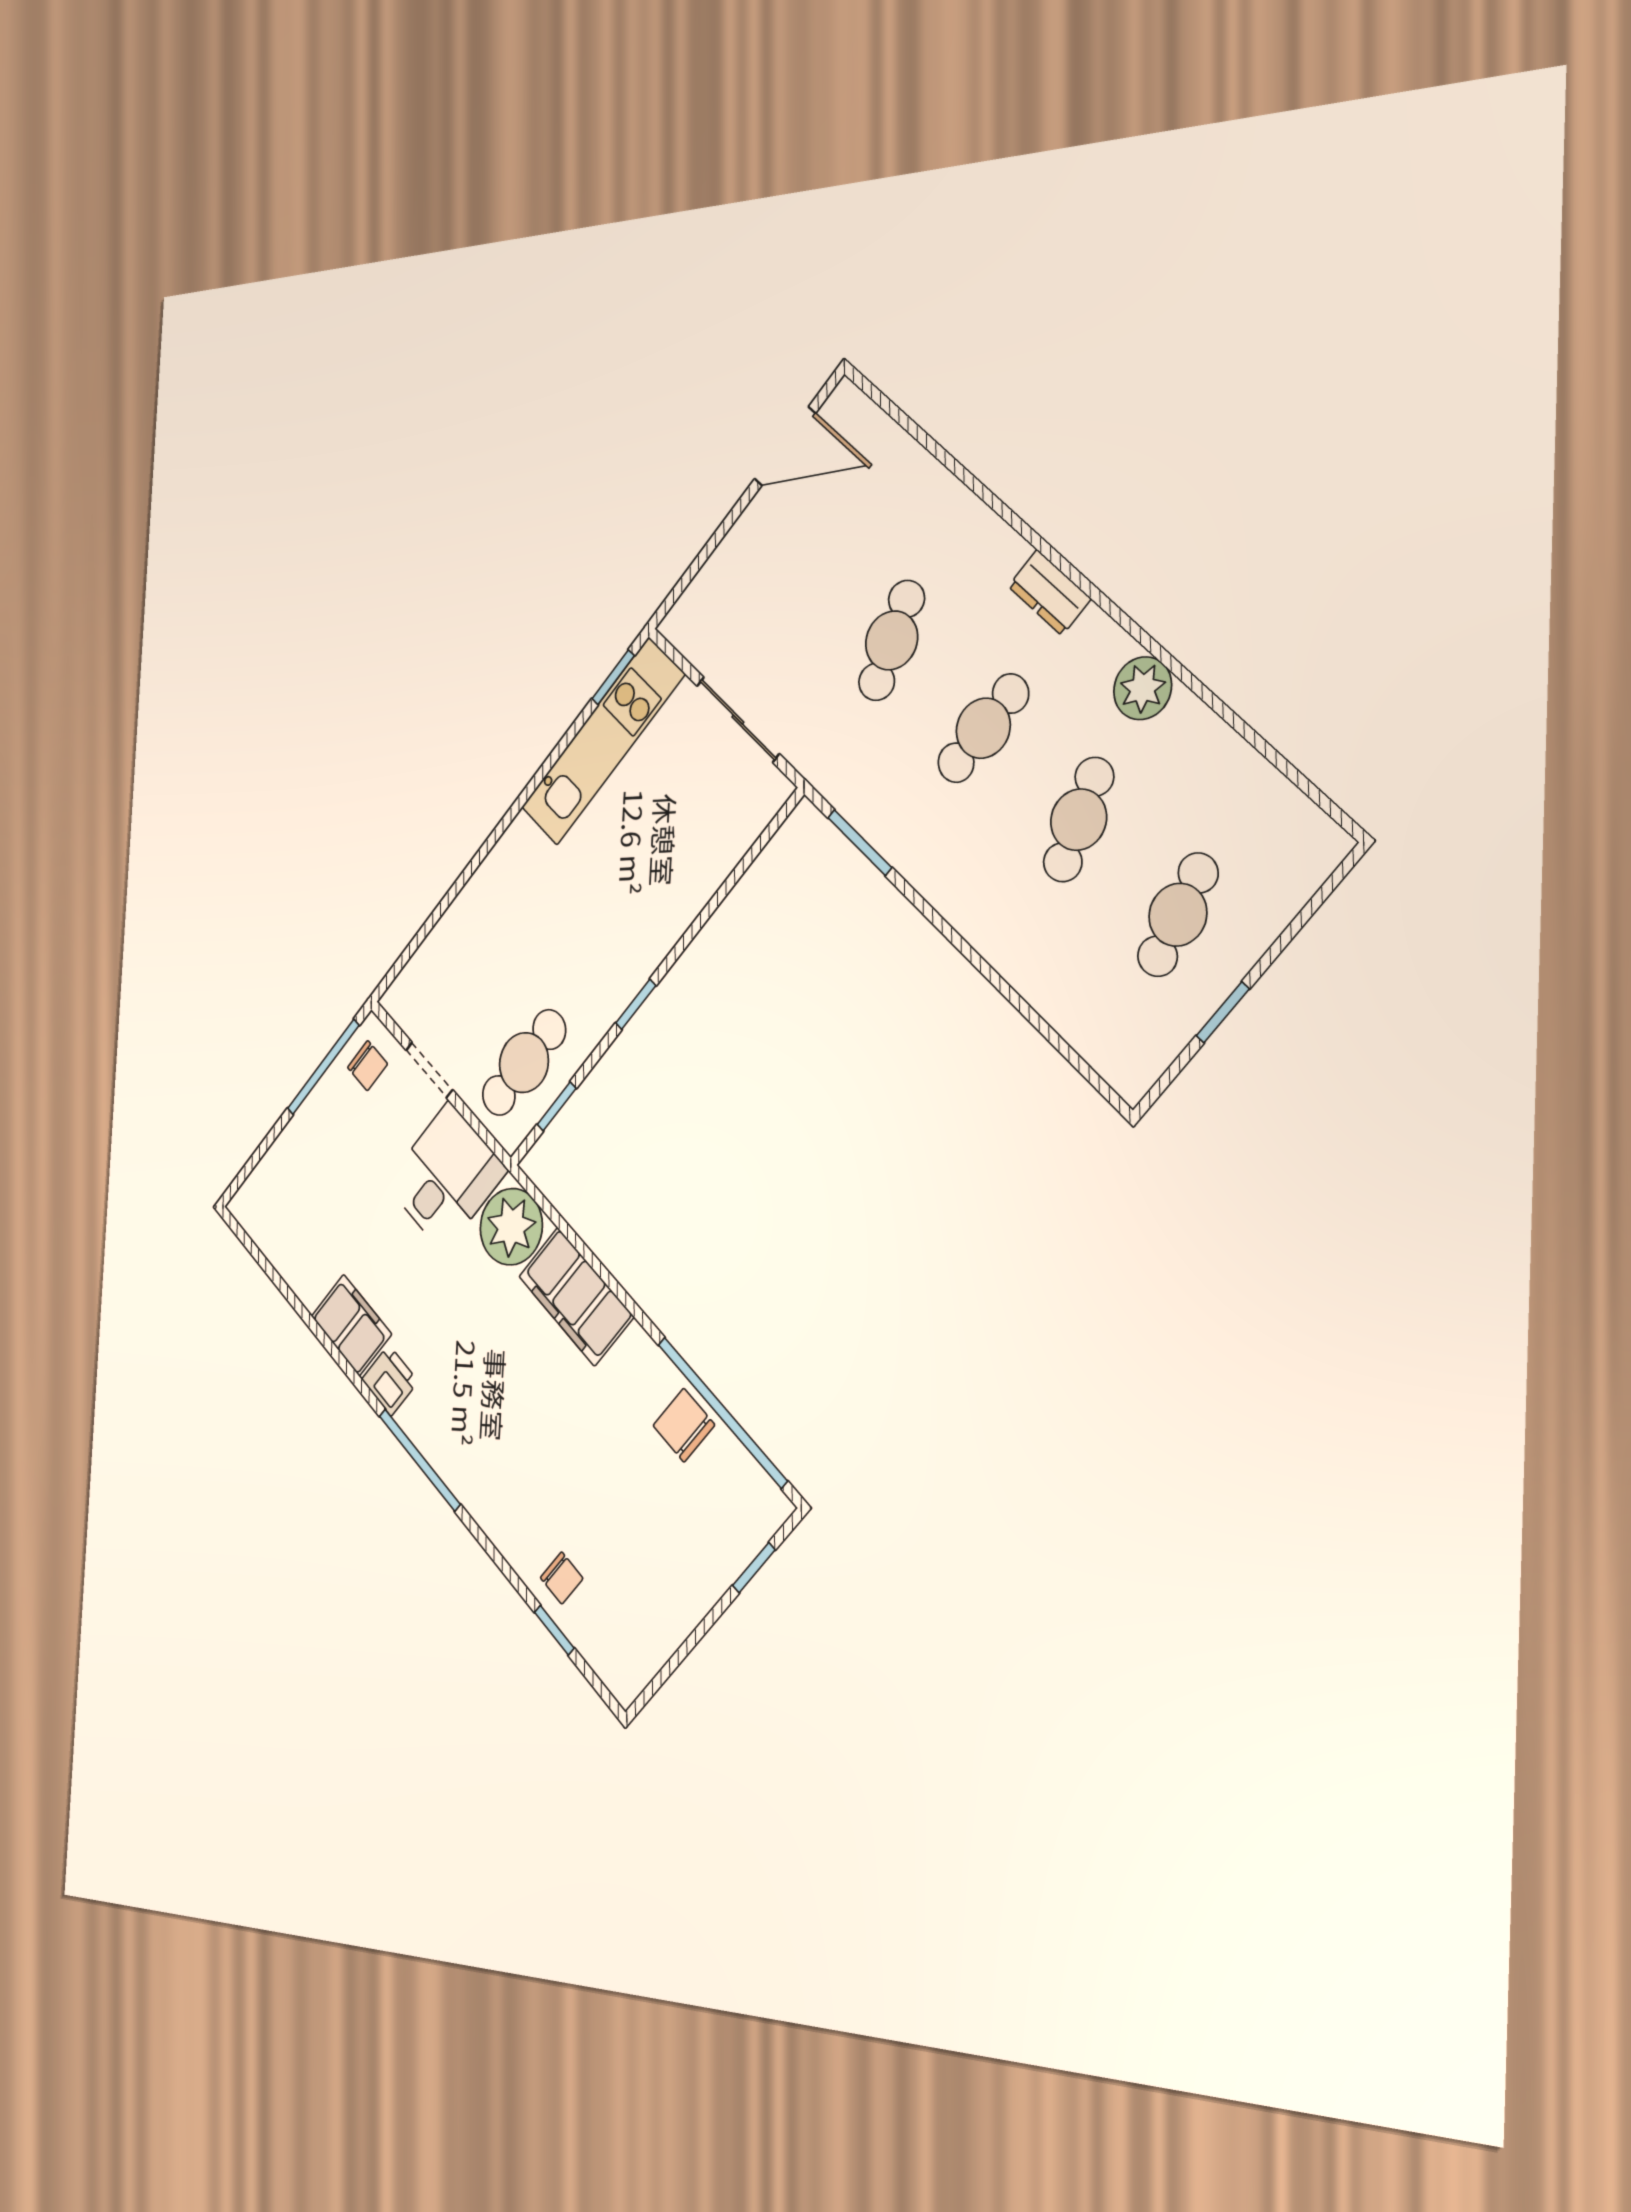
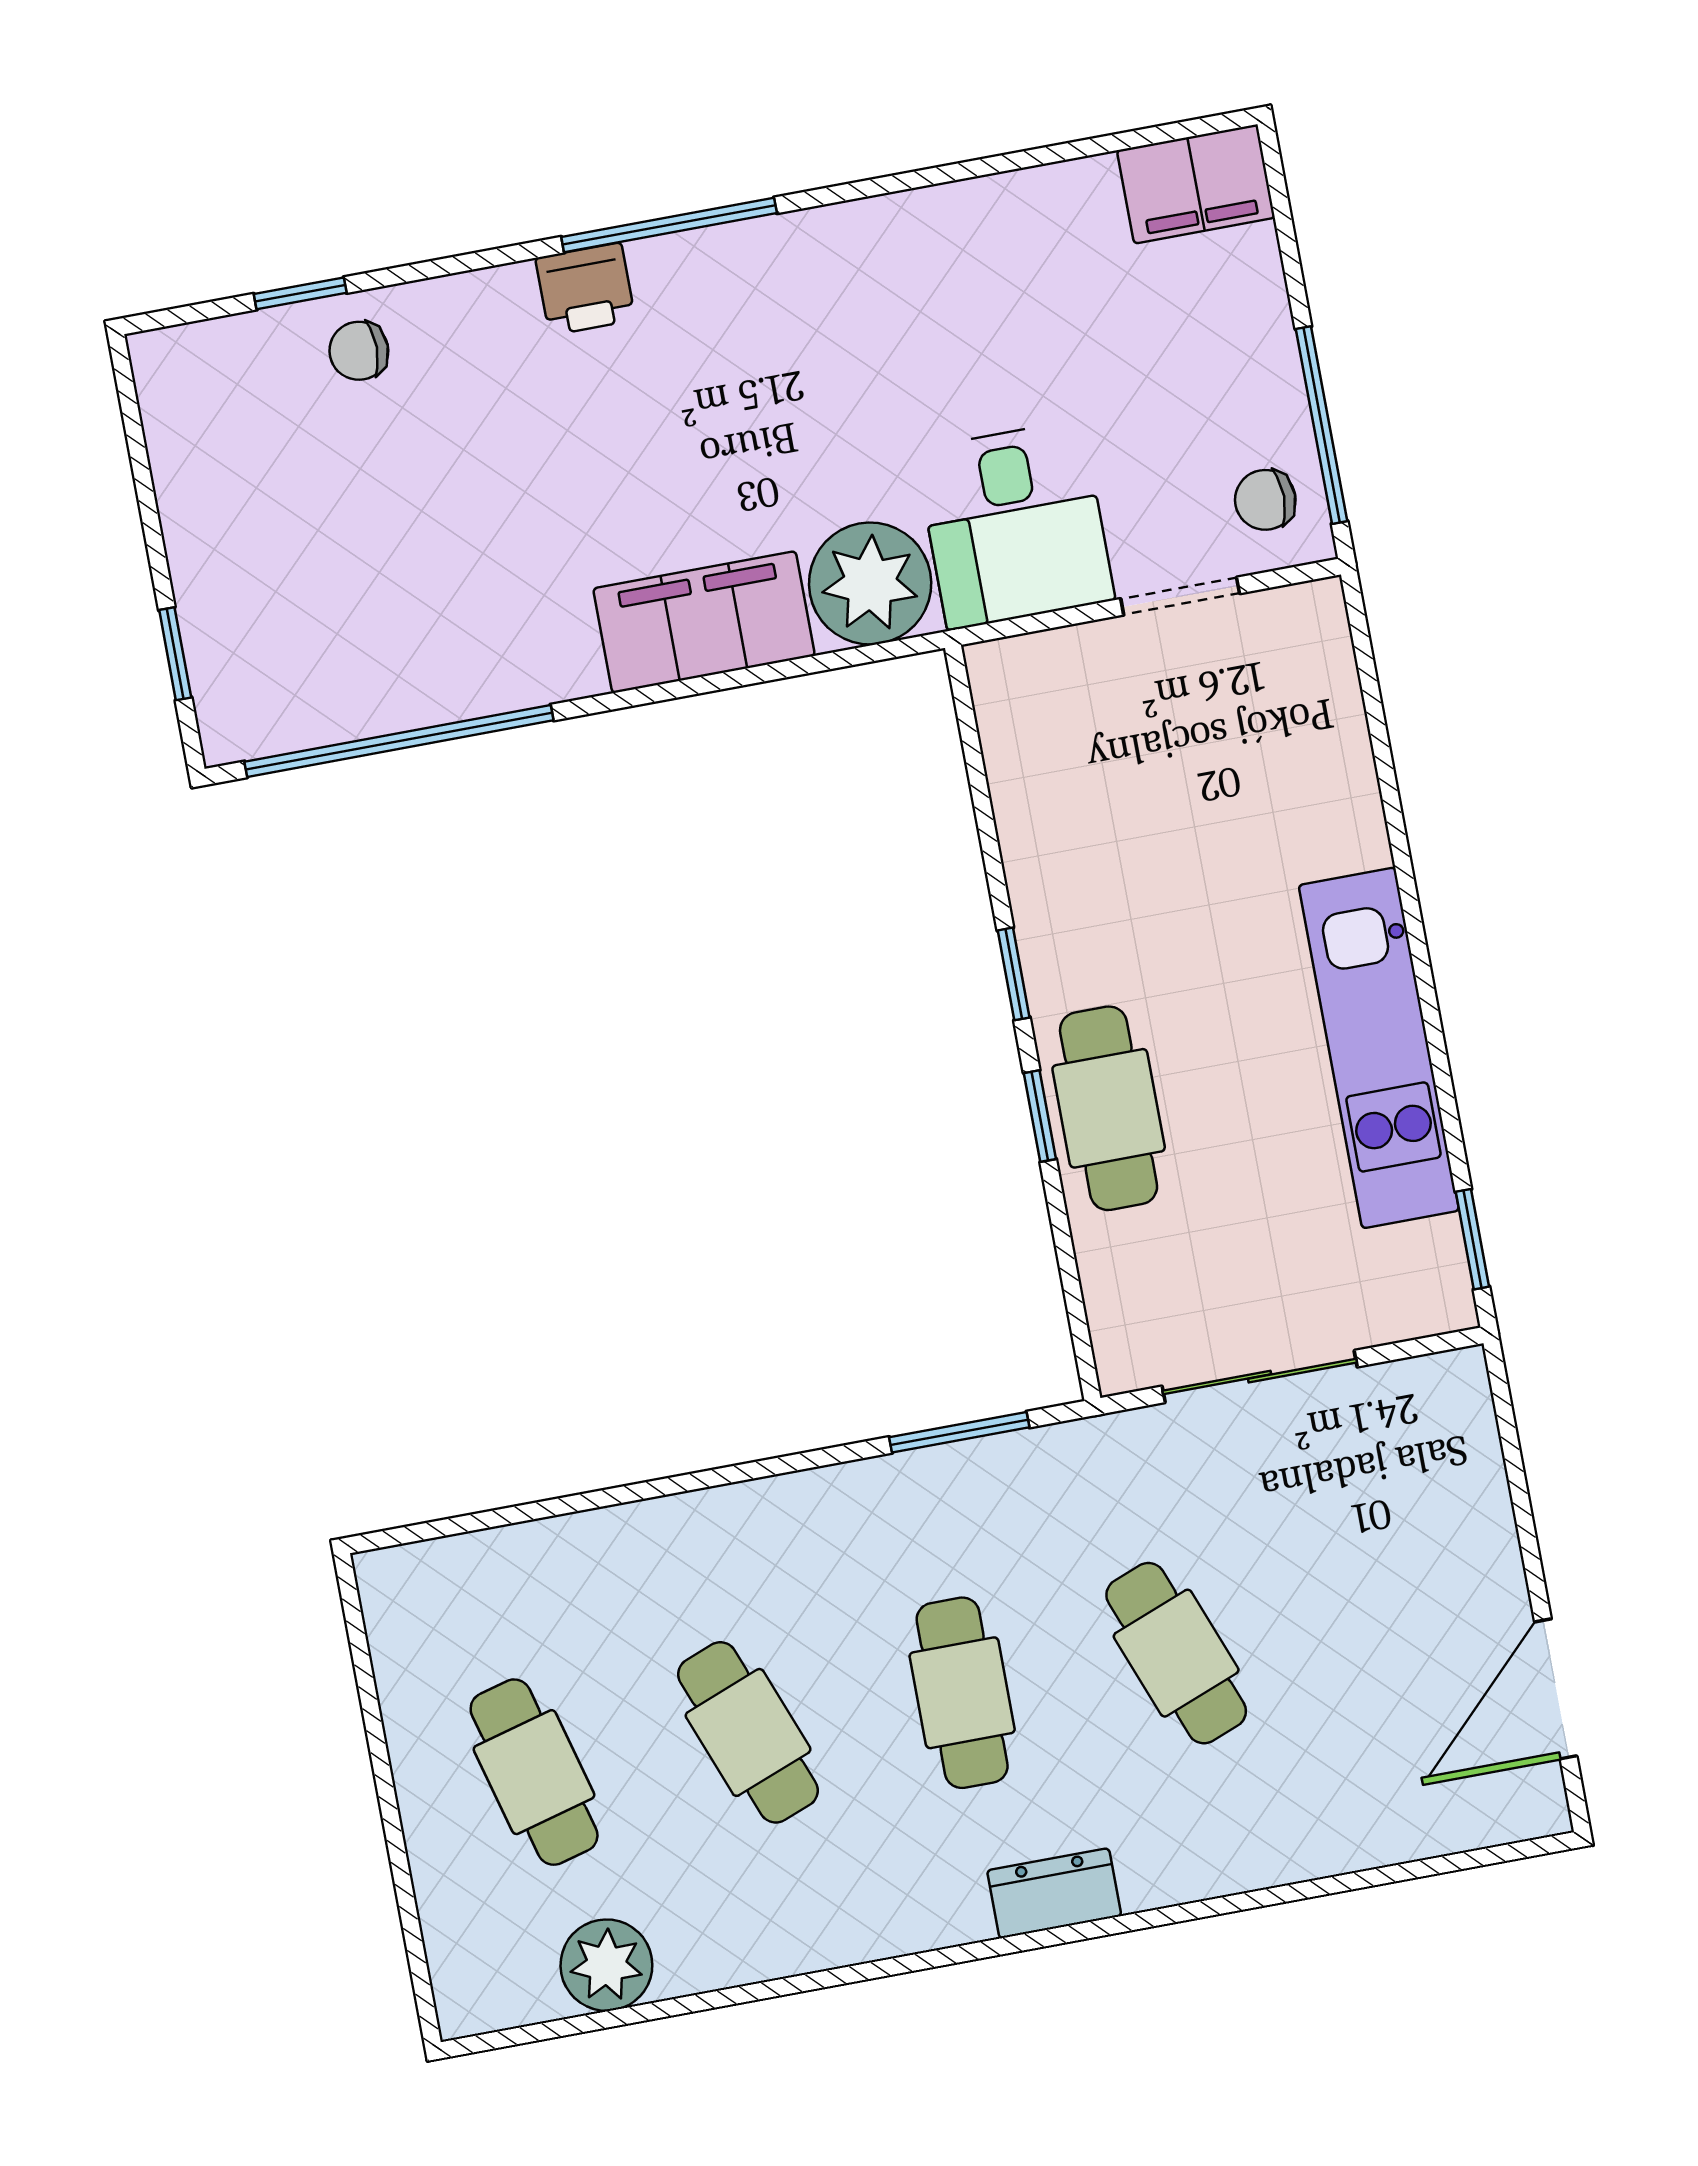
plant: (1143, 688) -> (606, 1965), moved
kitchen unit: (603, 741) -> (1379, 1048), moved
window: (1223, 1012) -> (377, 1744), removed
cafe table: (524, 1063) -> (1109, 1108), moved
window: (557, 1106) -> (1040, 1116), moved
filing cabinet: (351, 1325) -> (1196, 184), moved
printer: (390, 1380) -> (585, 289), moved
chair: (684, 1425) -> (423, 673), removed

